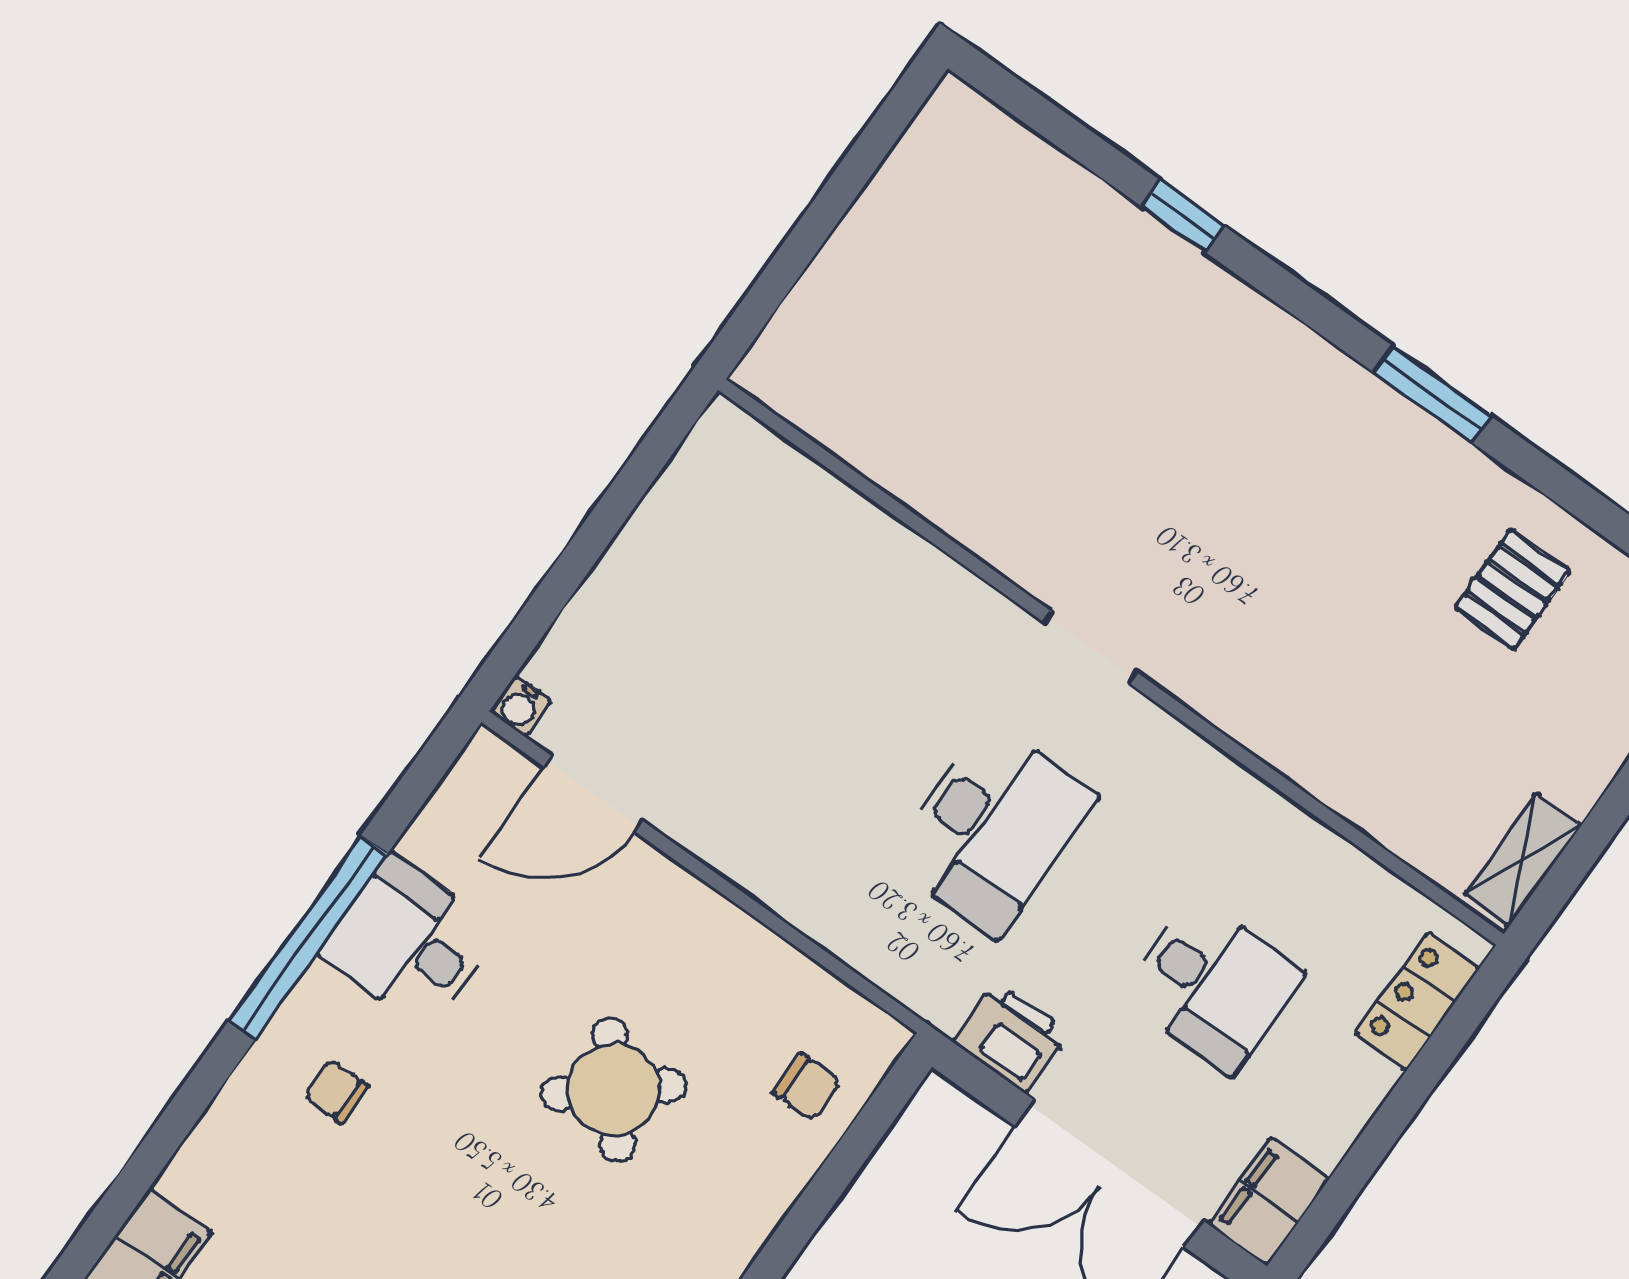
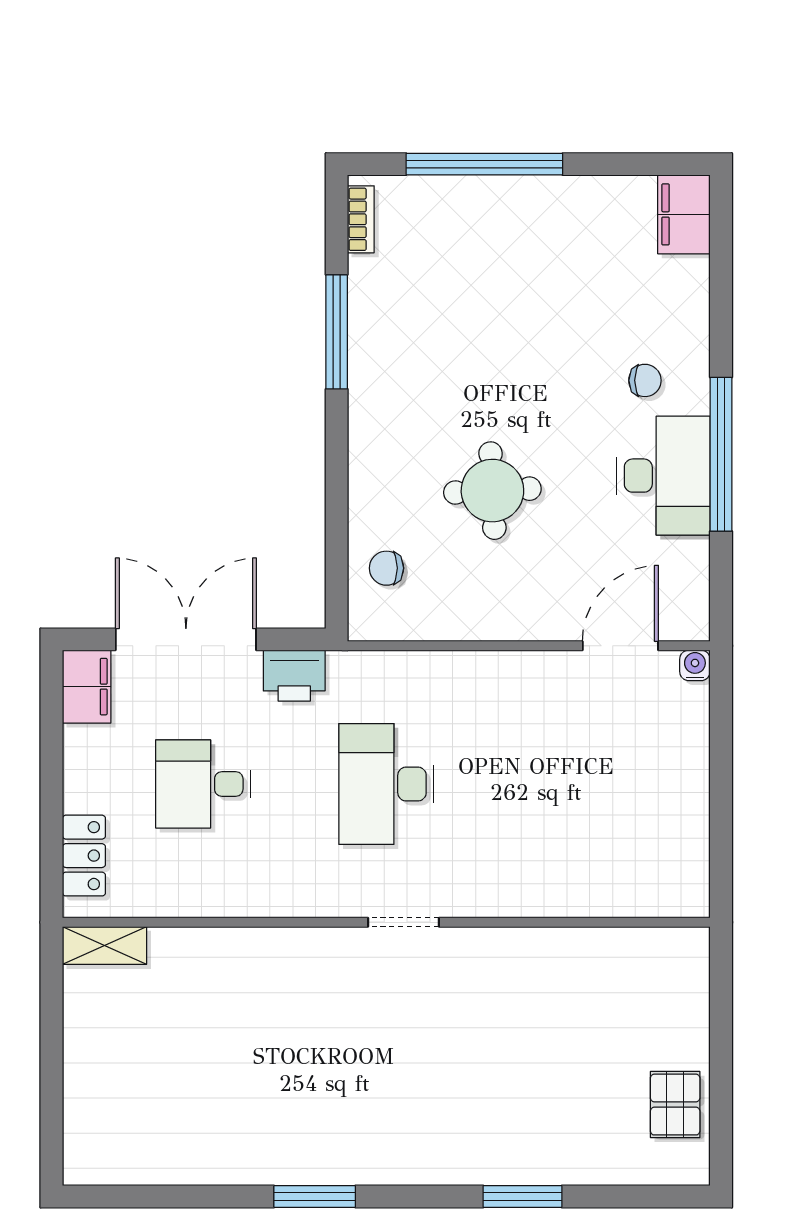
window: (1183, 216) -> (522, 1197), width x1.50
pallet: (1512, 589) -> (675, 1105), moved
shelving: (1523, 860) -> (104, 946), moved, turned 90
desk: (409, 942) -> (664, 476), width x1.37
round table: (614, 1090) -> (492, 491), turned 37

